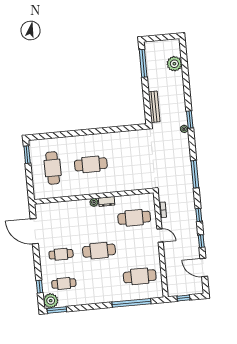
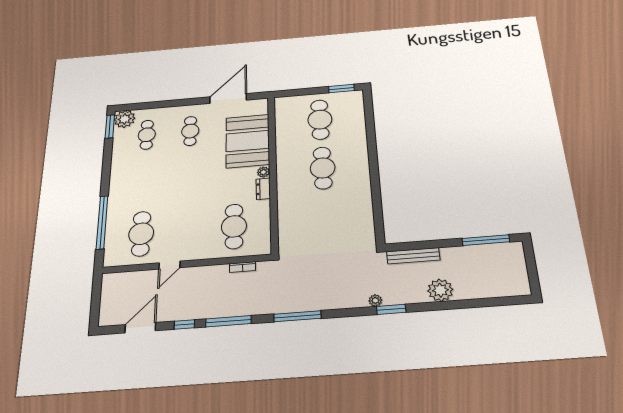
plant: (174, 64) -> (440, 290), moved
cafe table: (53, 168) -> (320, 120), turned 90
booth: (69, 215) -> (248, 141), added
window: (199, 215) -> (228, 321), width x2.17
door: (160, 235) -> (170, 265), moved
cafe table: (99, 251) -> (189, 179), removed
window: (40, 287) -> (147, 106), removed
window: (184, 298) -> (96, 296), removed

